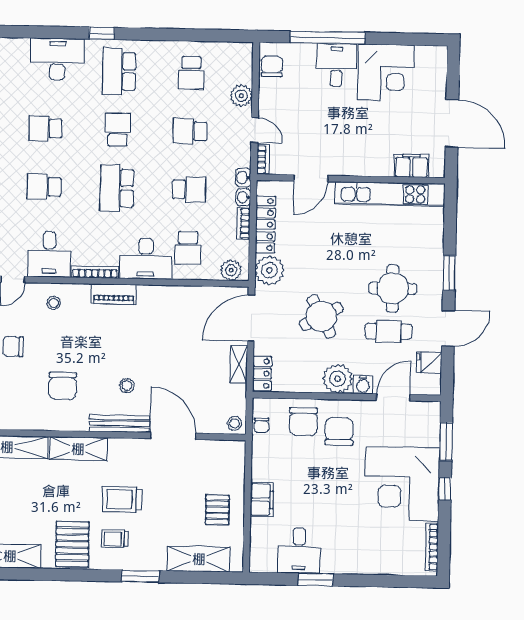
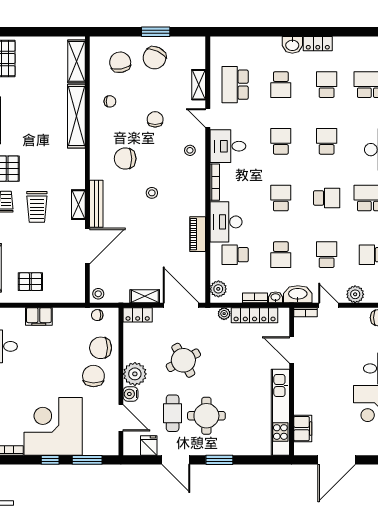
door: (255, 130) -> (328, 305), swing flipped
washbasin: (243, 178) -> (298, 294), width x1.91, depth x1.45
school desk: (117, 188) -> (281, 198), width x0.54
plant: (270, 270) -> (224, 314), width x0.53, depth x0.53
piano: (114, 294) -> (198, 234), moved
stool: (127, 386) -> (152, 193), moved
chair: (339, 431) -> (93, 376), turned -89
shelving: (78, 449) -> (78, 205), moved, width x0.67, depth x0.75
trolley: (122, 499) -> (37, 207), turned 180

